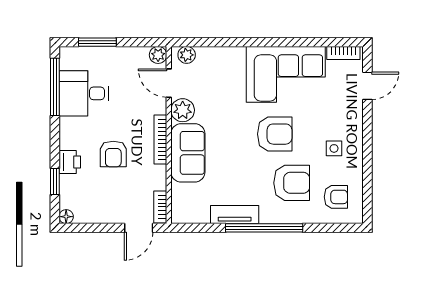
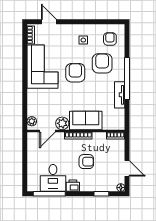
window: (97, 42) -> (25, 170), removed
plant: (158, 55) -> (32, 137), removed
printer: (70, 162) -> (73, 186), moved
door: (139, 228) -> (127, 168), moved

